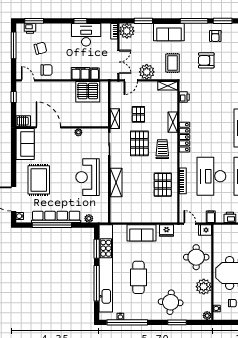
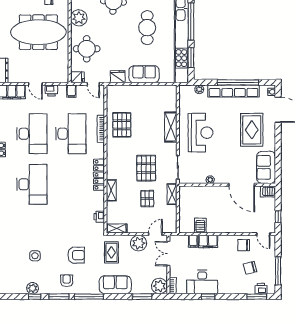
server rack: (88, 92) -> (200, 225), width x0.46, depth x0.70
trolley: (162, 149) -> (122, 162), removed

